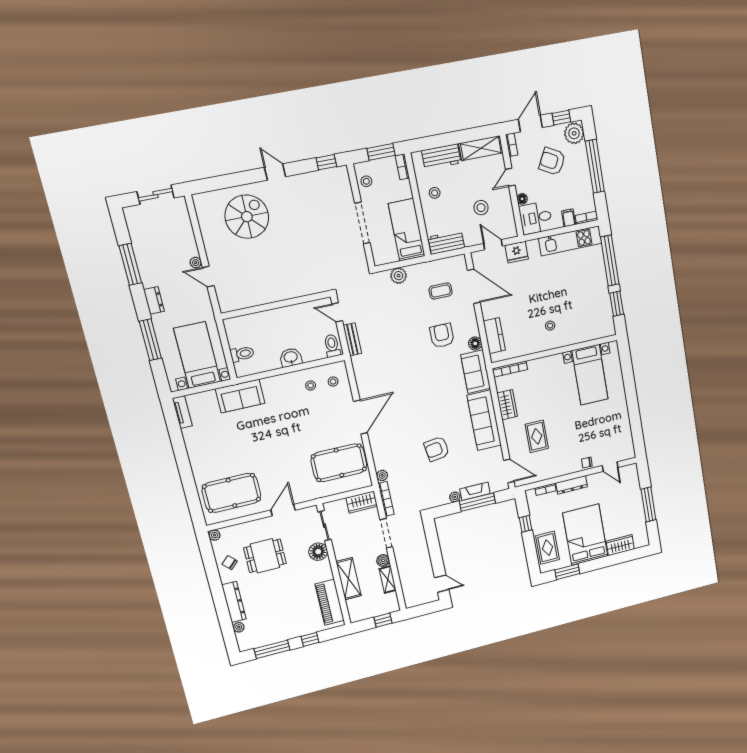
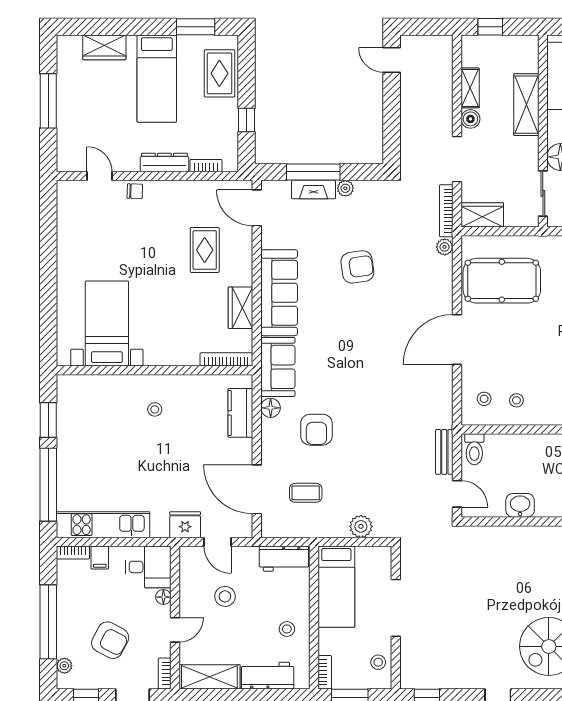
plant: (574, 133) -> (64, 666), width x0.53, depth x0.53
washbasin: (291, 357) -> (520, 505), moved, turned 180
bed: (585, 535) -> (157, 79), width x0.67

